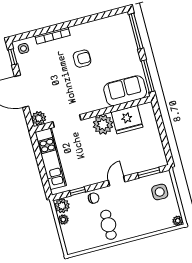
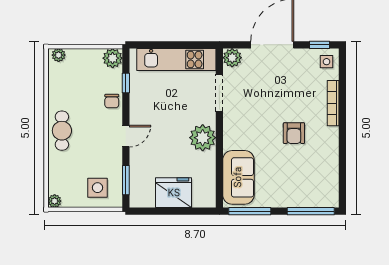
fridge: (127, 120) -> (174, 193), moved, turned 90
door: (117, 181) -> (126, 136), hinge flipped
plant: (63, 220) -> (59, 55), moved
cafe table: (108, 225) -> (62, 131), moved, turned 90

